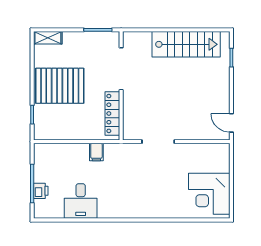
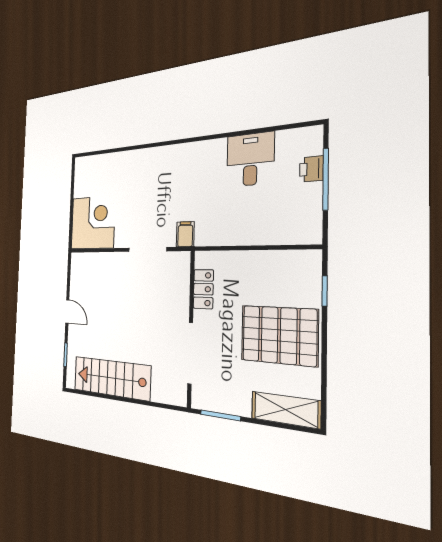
shelving: (48, 38) -> (286, 410), width x1.50, depth x1.33
locker: (112, 113) -> (203, 289), width x0.66
door: (231, 123) -> (67, 311), moved
filing cabinet: (96, 152) -> (185, 234), moved
corner desk: (209, 194) -> (93, 223), moved

